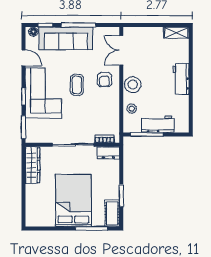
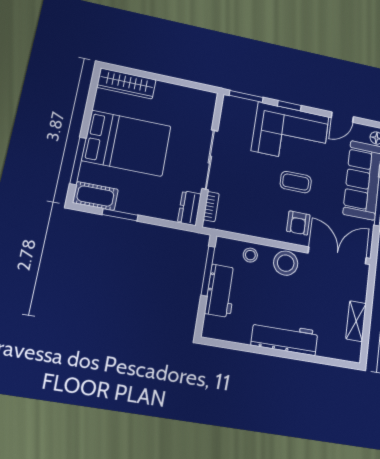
shelving: (176, 33) -> (356, 321), moved
double door: (121, 50) -> (337, 255), width x1.37
workbench: (181, 79) -> (285, 338), width x1.37
armchair: (104, 80) -> (298, 223), turned -90
wardrobe: (33, 165) -> (127, 84), moved

